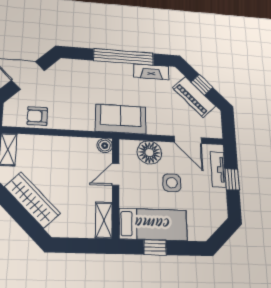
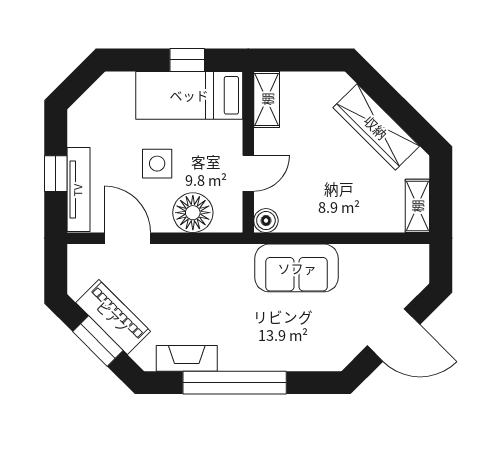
window: (202, 85) -> (98, 341), width x1.50
armchair: (37, 116) -> (375, 264), removed
sofa: (121, 119) -> (297, 268), moved
tv unit: (218, 169) -> (78, 190), width x1.41

